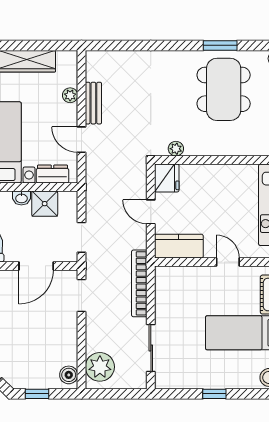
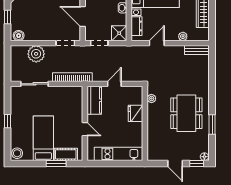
dining table: (224, 89) -> (186, 113), moved, turned 90
bench: (93, 103) -> (197, 50), moved
fridge: (167, 178) -> (135, 113), moved, turned 90
shower: (45, 204) -> (119, 33), moved
door: (228, 262) -> (85, 129), hinge flipped
plant: (100, 367) -> (36, 54), moved

